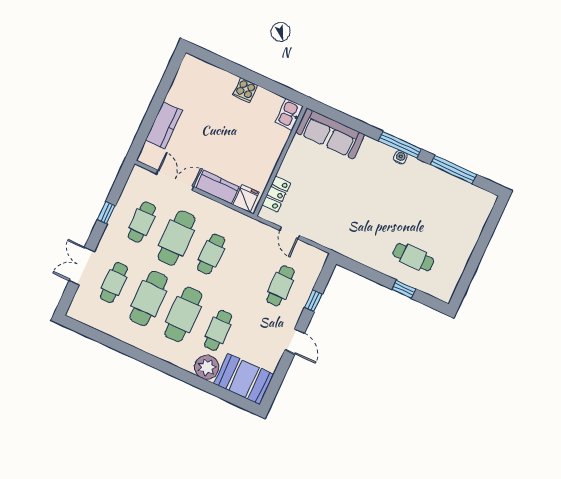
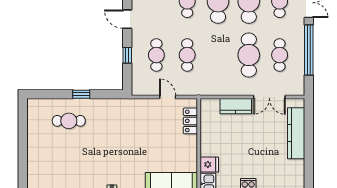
kitchen counter: (164, 125) -> (296, 133), width x1.50
fridge: (246, 198) -> (209, 164), moved, turned -90
window: (106, 213) -> (309, 50), width x3.17
cafe table: (211, 254) -> (187, 55), moved
window: (404, 289) -> (81, 94), moved

